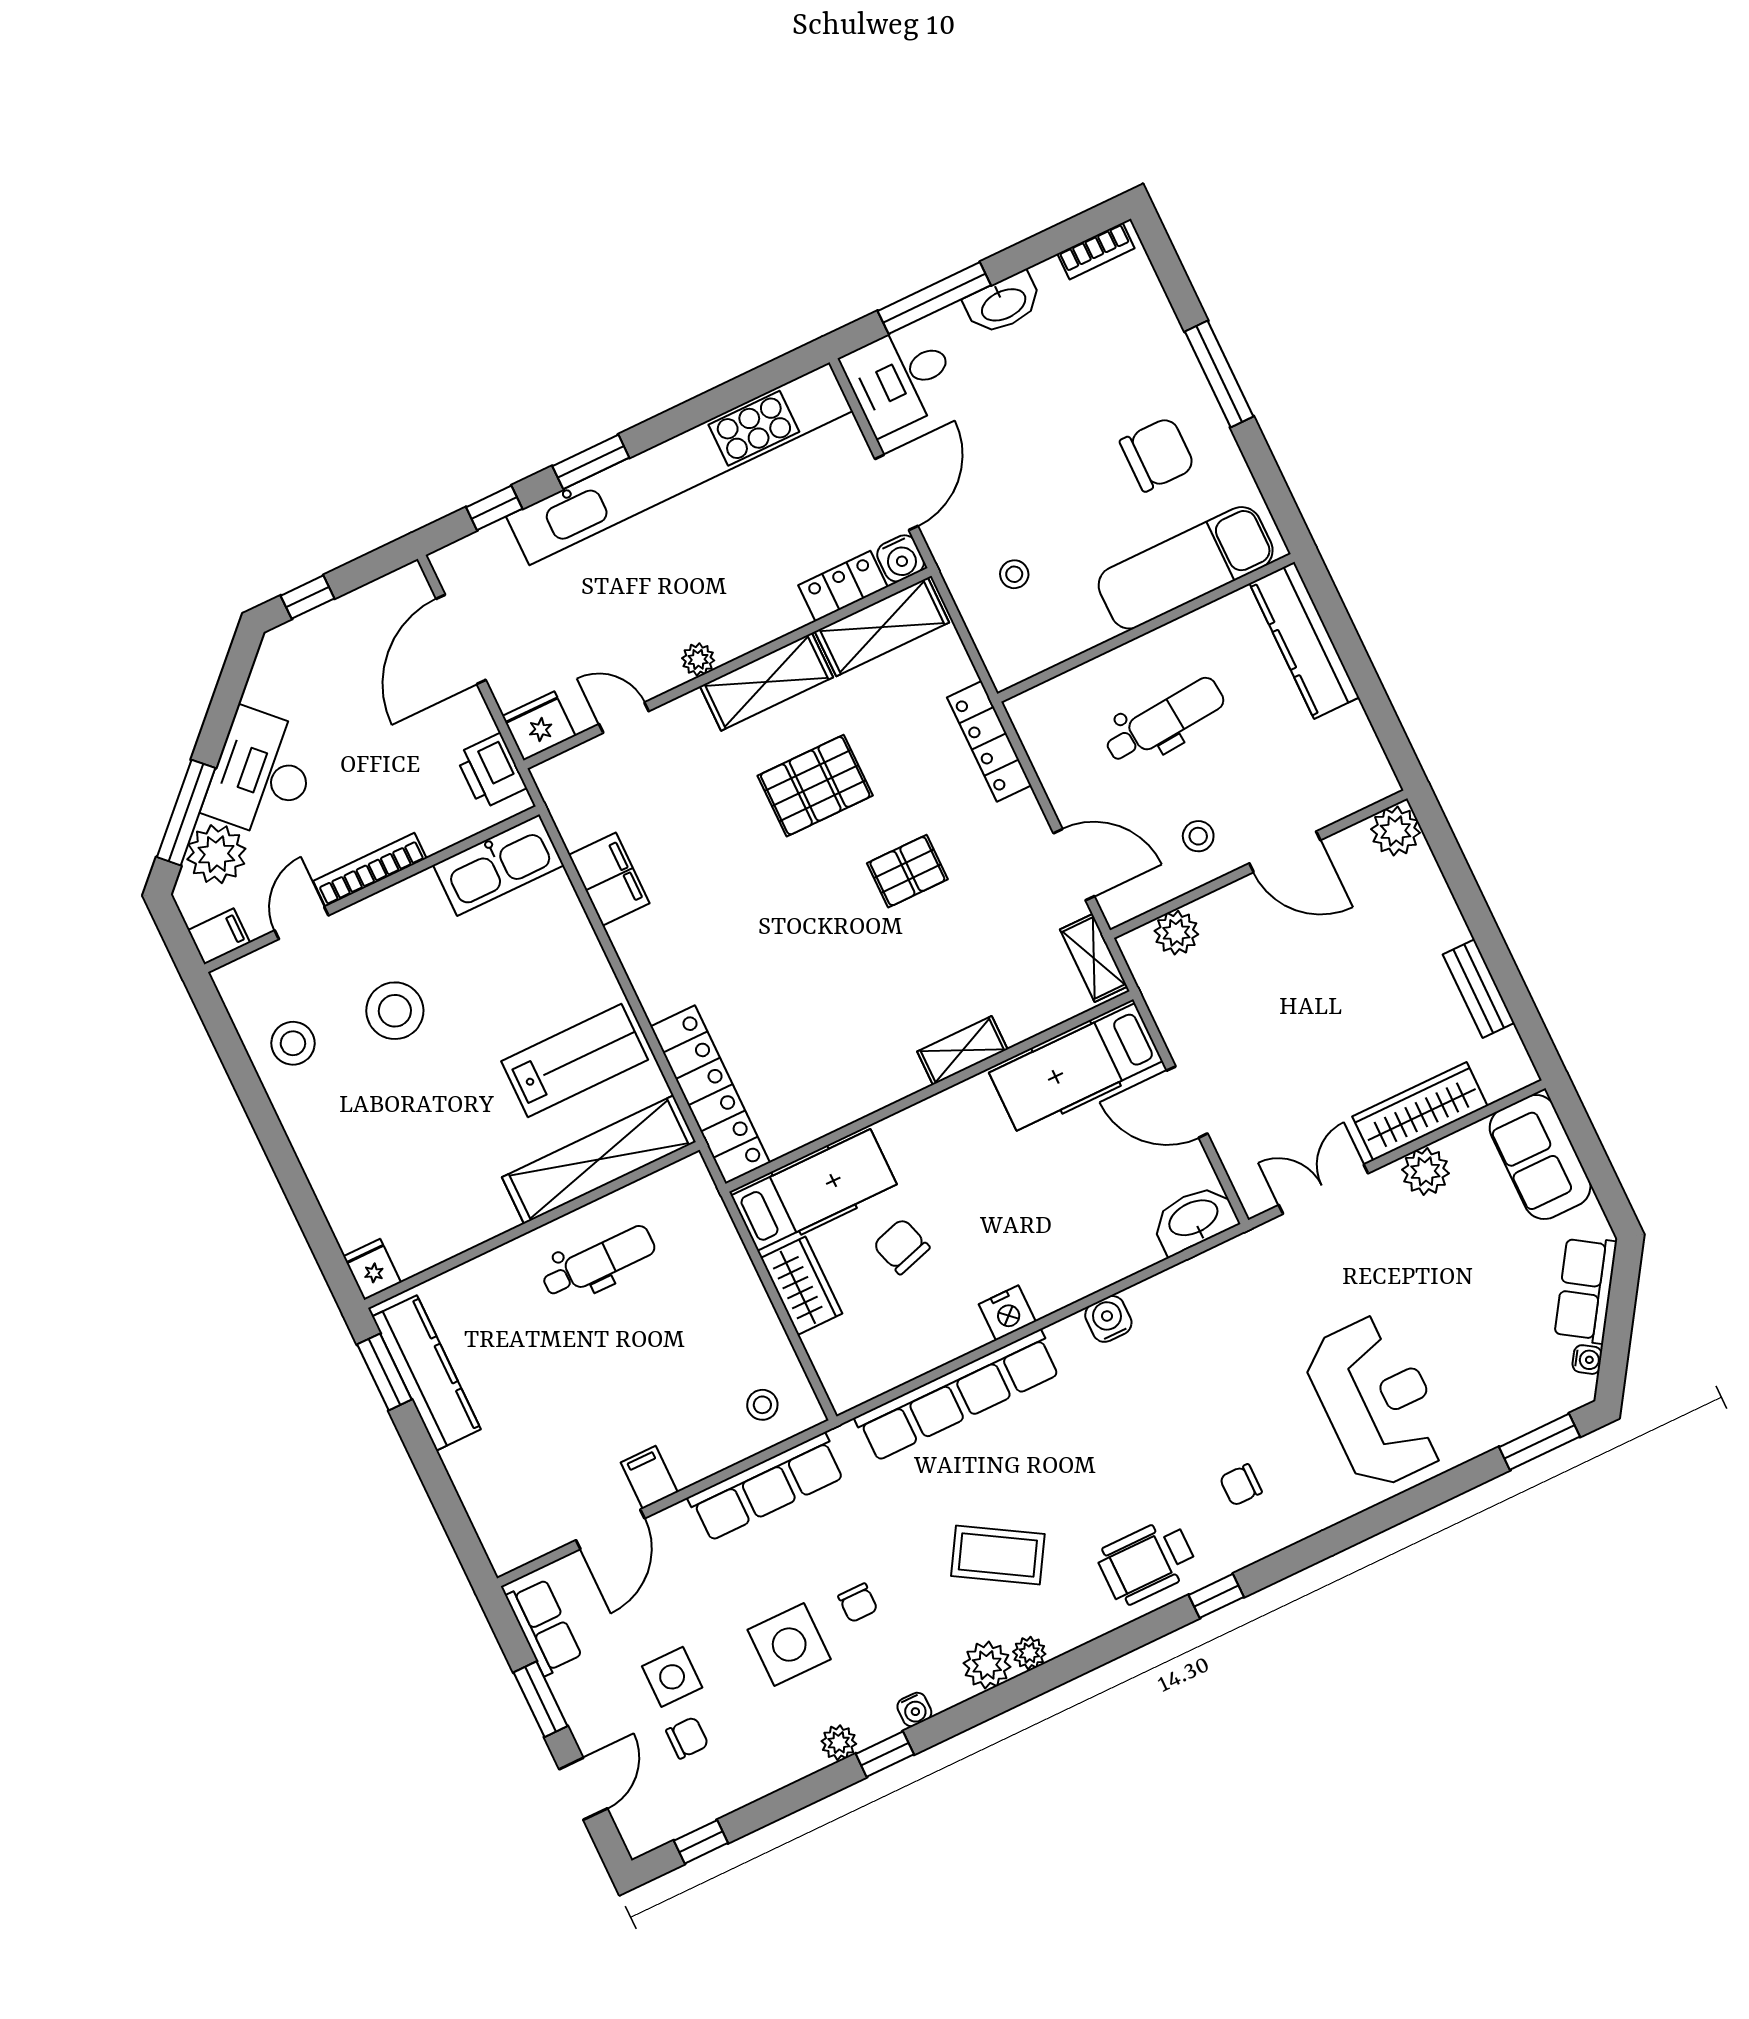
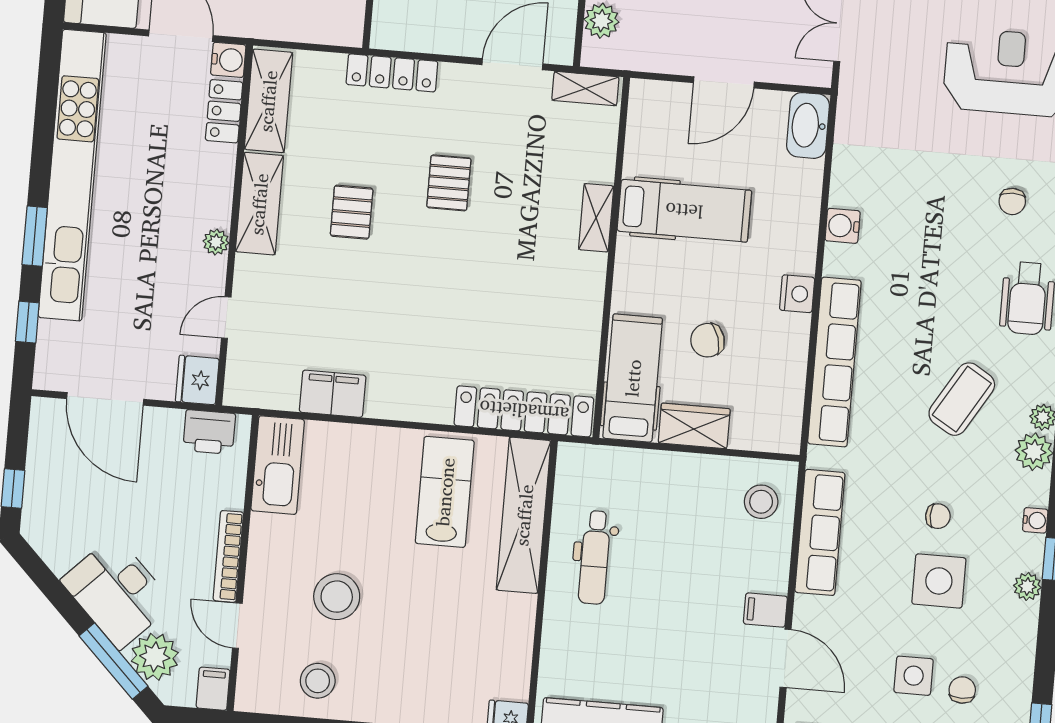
pallet: (815, 786) -> (352, 212), width x0.67, depth x0.71
hospital bed: (1076, 1067) -> (684, 211), moved, turned -90
dental chair: (599, 1262) -> (595, 557), turned 180
stool: (762, 1405) -> (761, 502), width x1.37, depth x1.37

